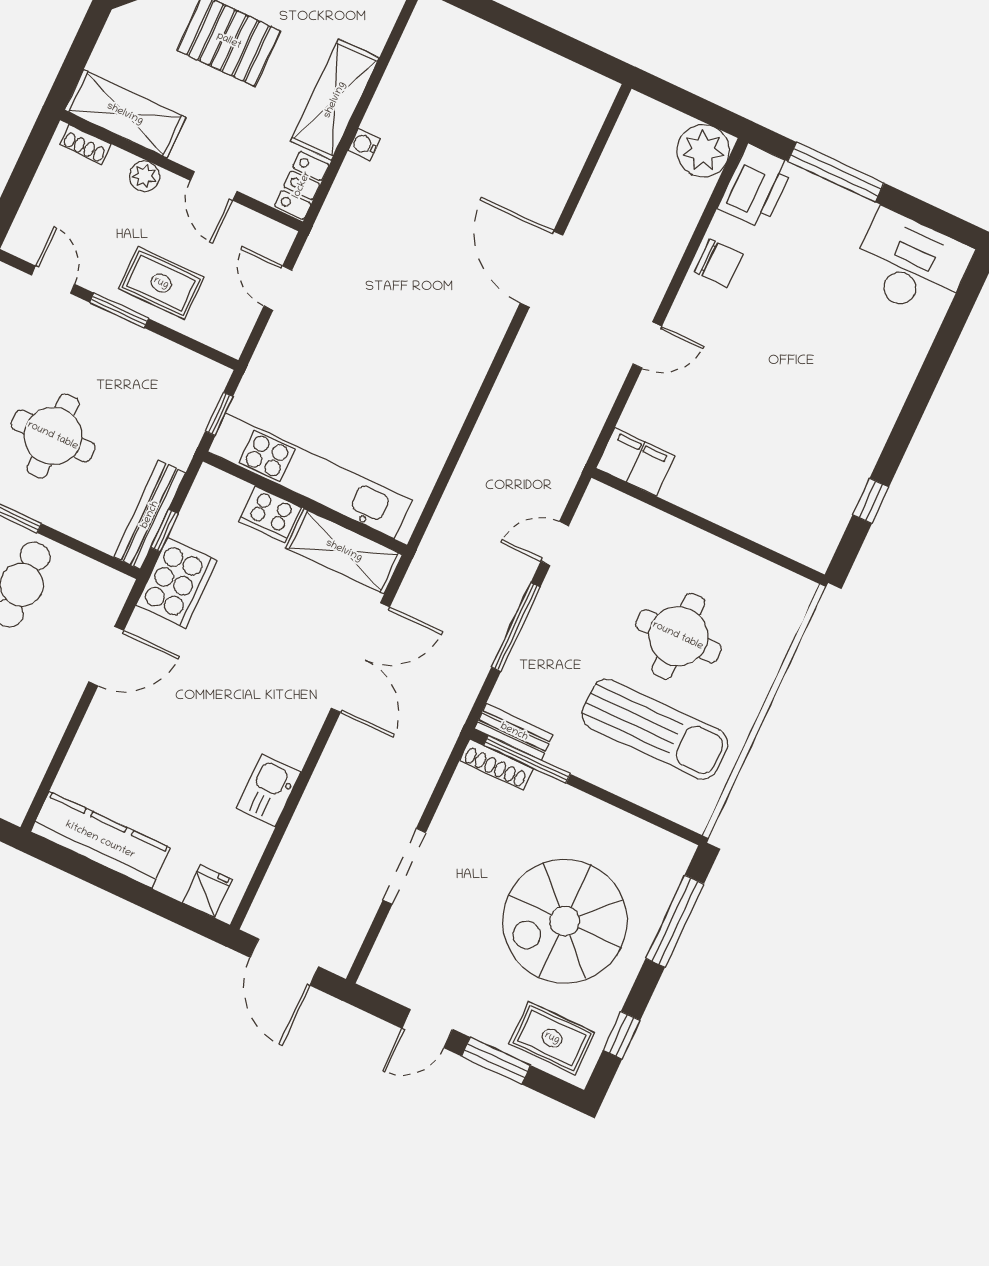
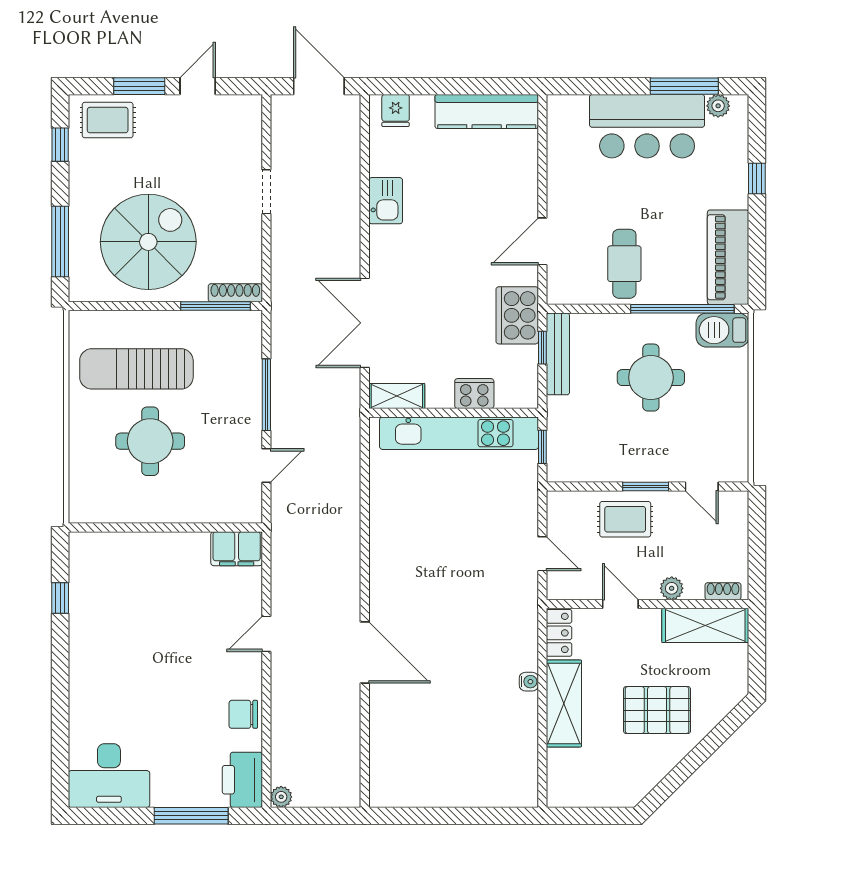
plant: (703, 151) -> (281, 797), width x0.53, depth x0.53
shelving: (344, 551) -> (397, 396), width x0.67, depth x0.75
bench: (514, 732) -> (234, 321), removed
doorway: (404, 866) -> (266, 192), width x0.73
spiral stairs: (565, 921) -> (148, 242), moved

